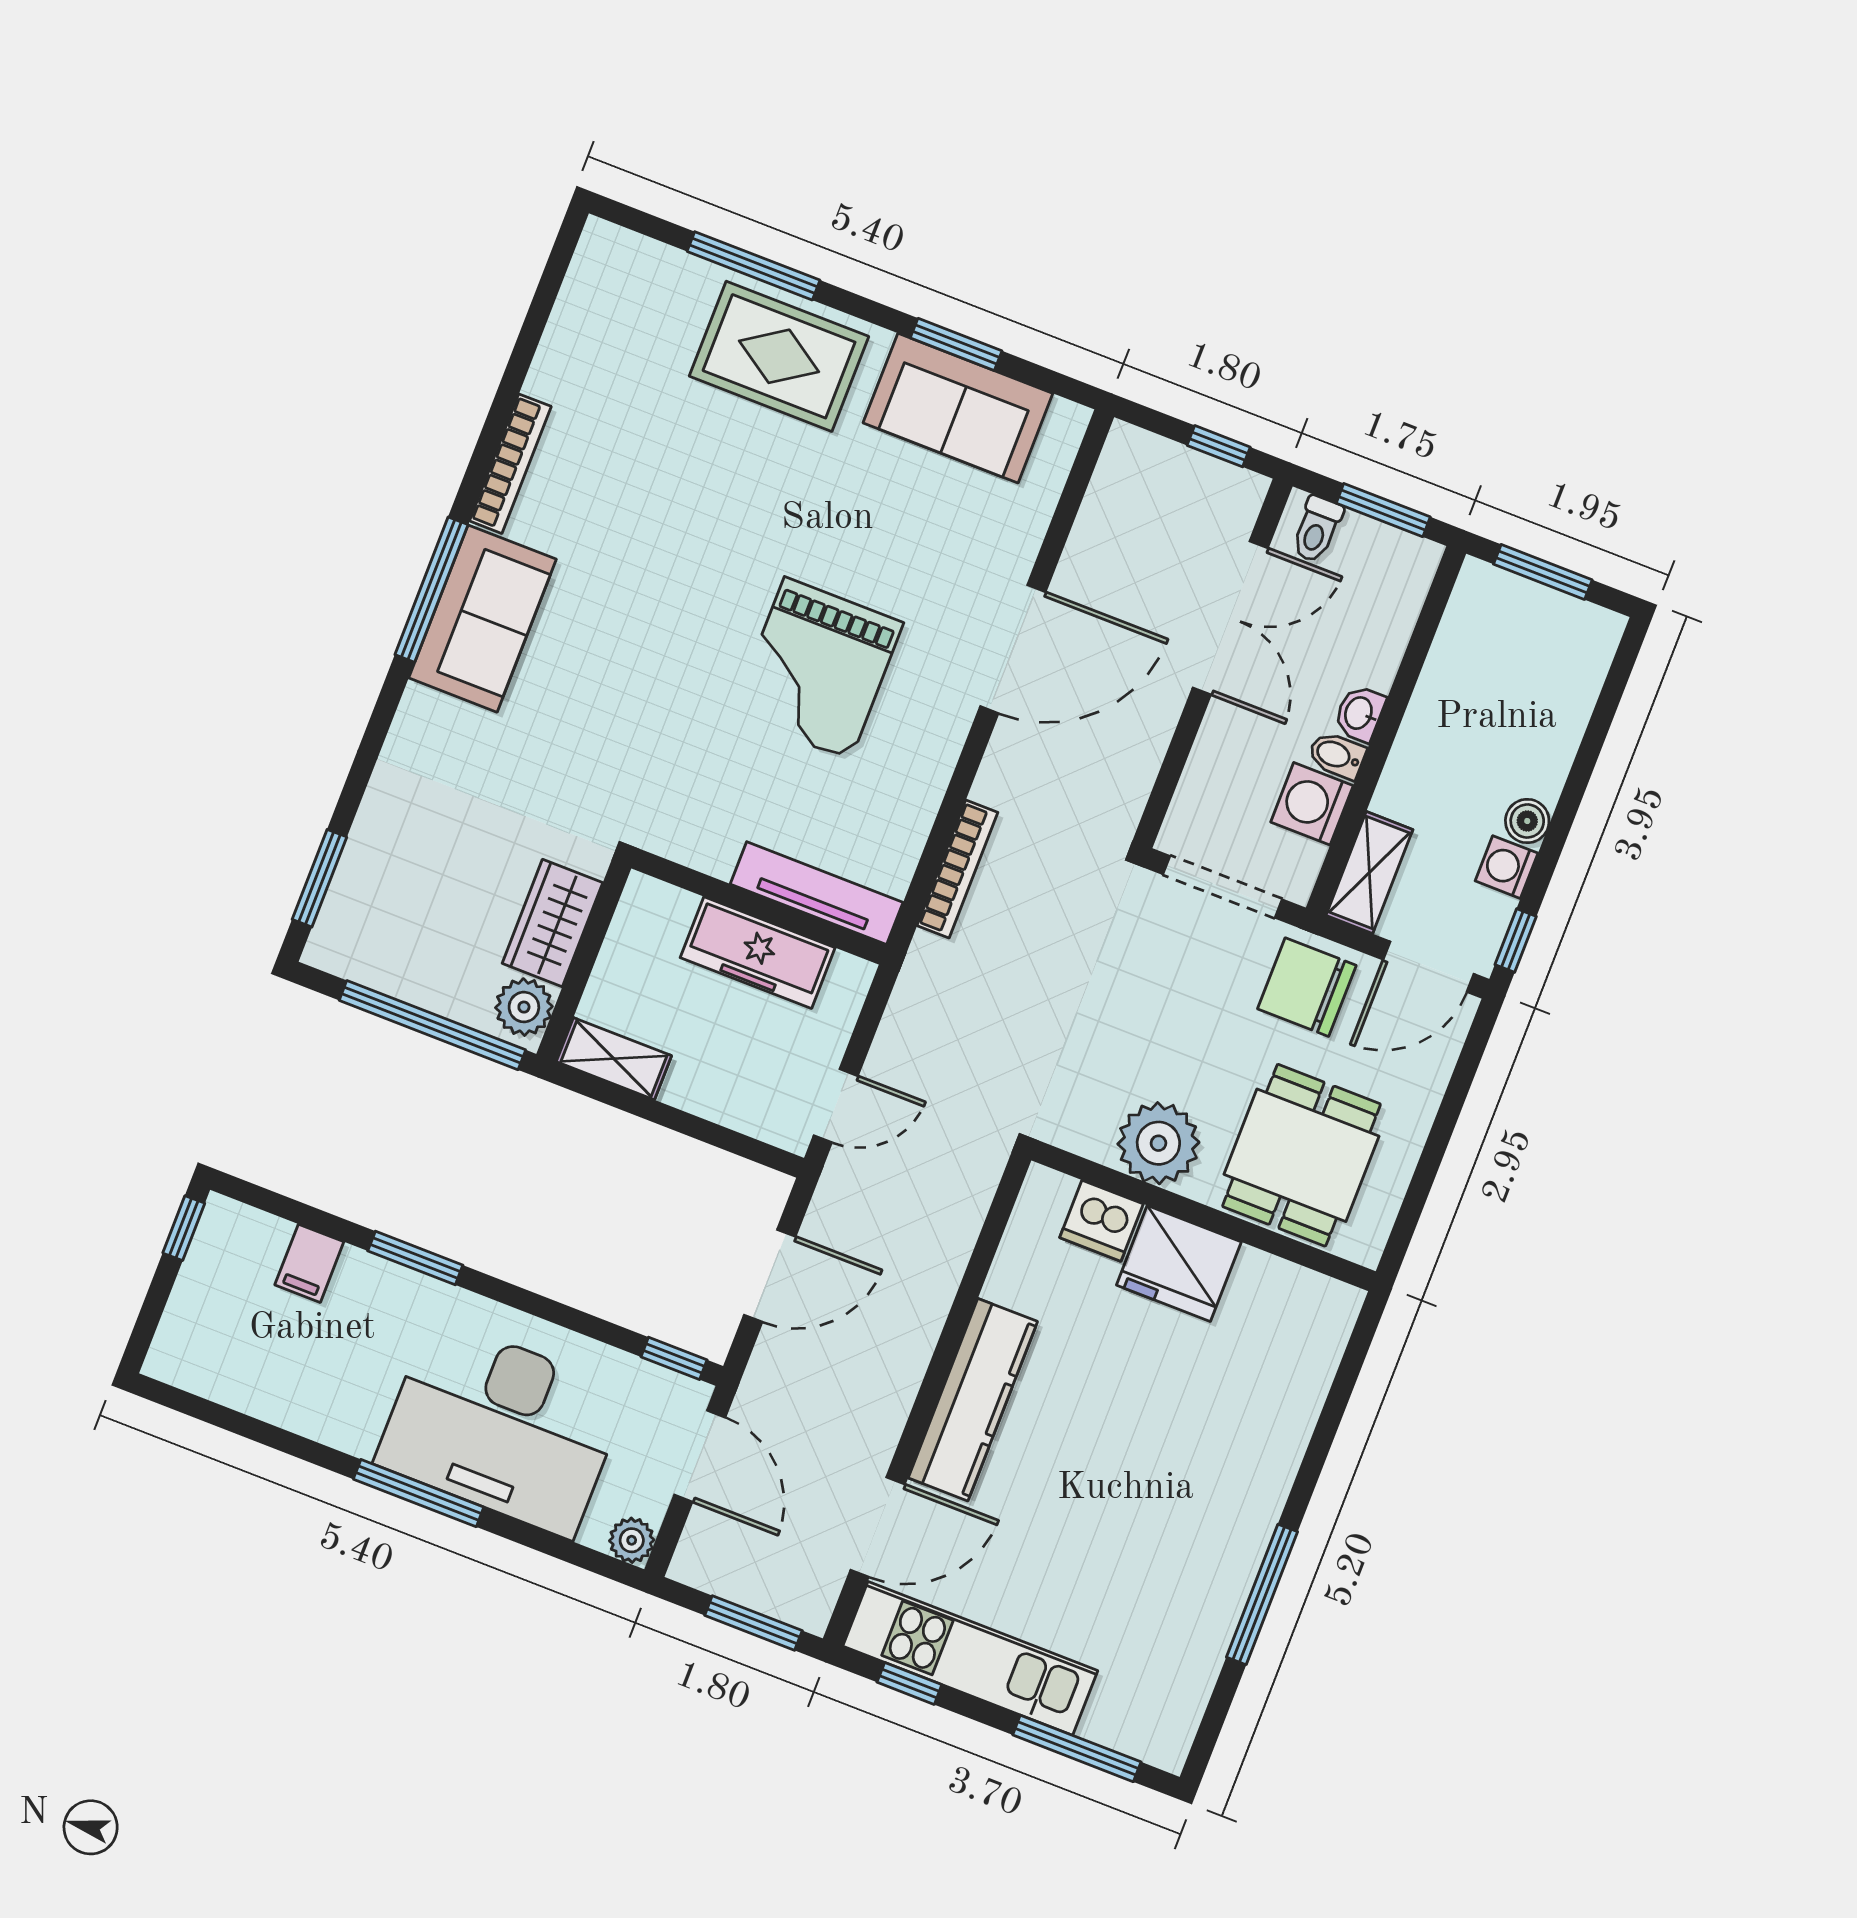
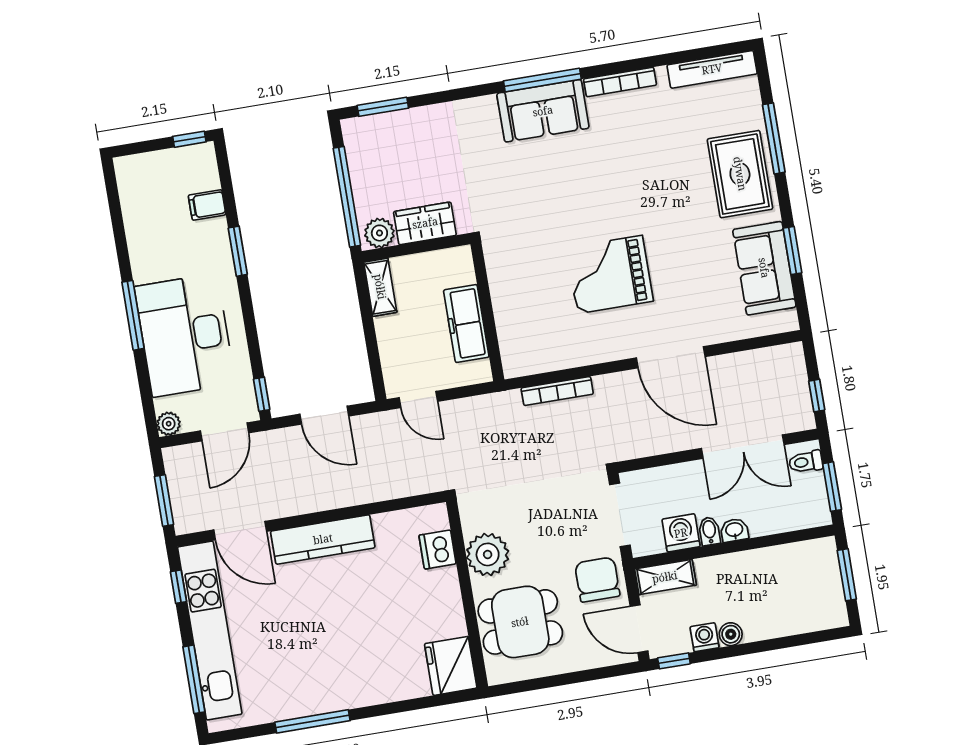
tv unit: (817, 893) -> (712, 69), moved, turned 90
fridge: (1179, 1264) -> (451, 666), moved
kitchen unit: (970, 1658) -> (210, 630), width x1.36

